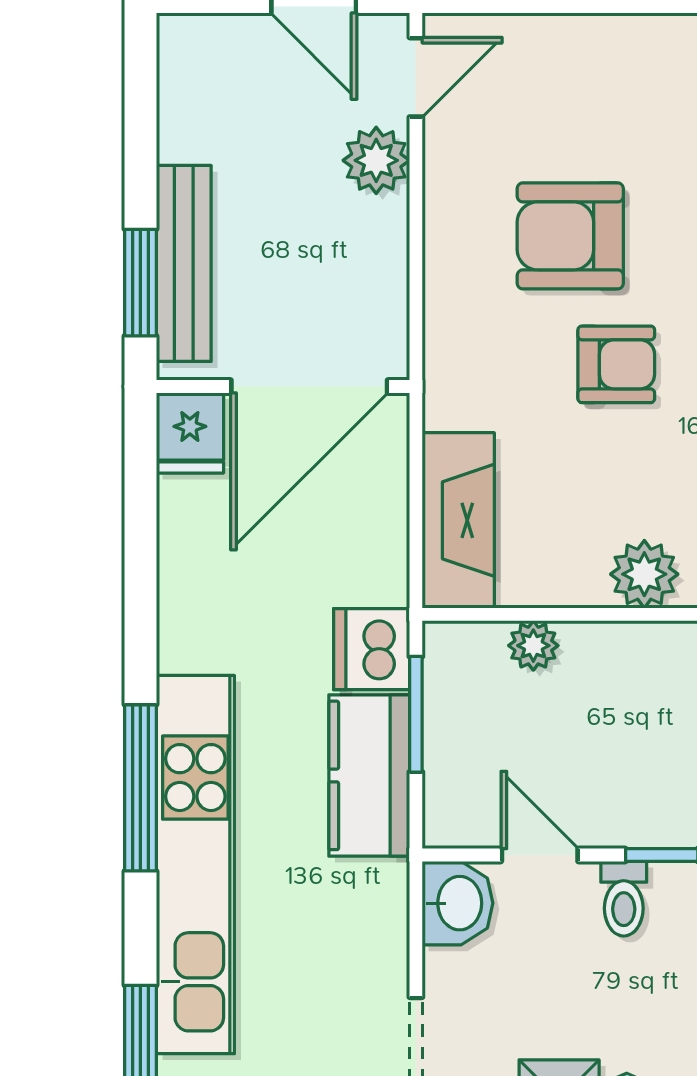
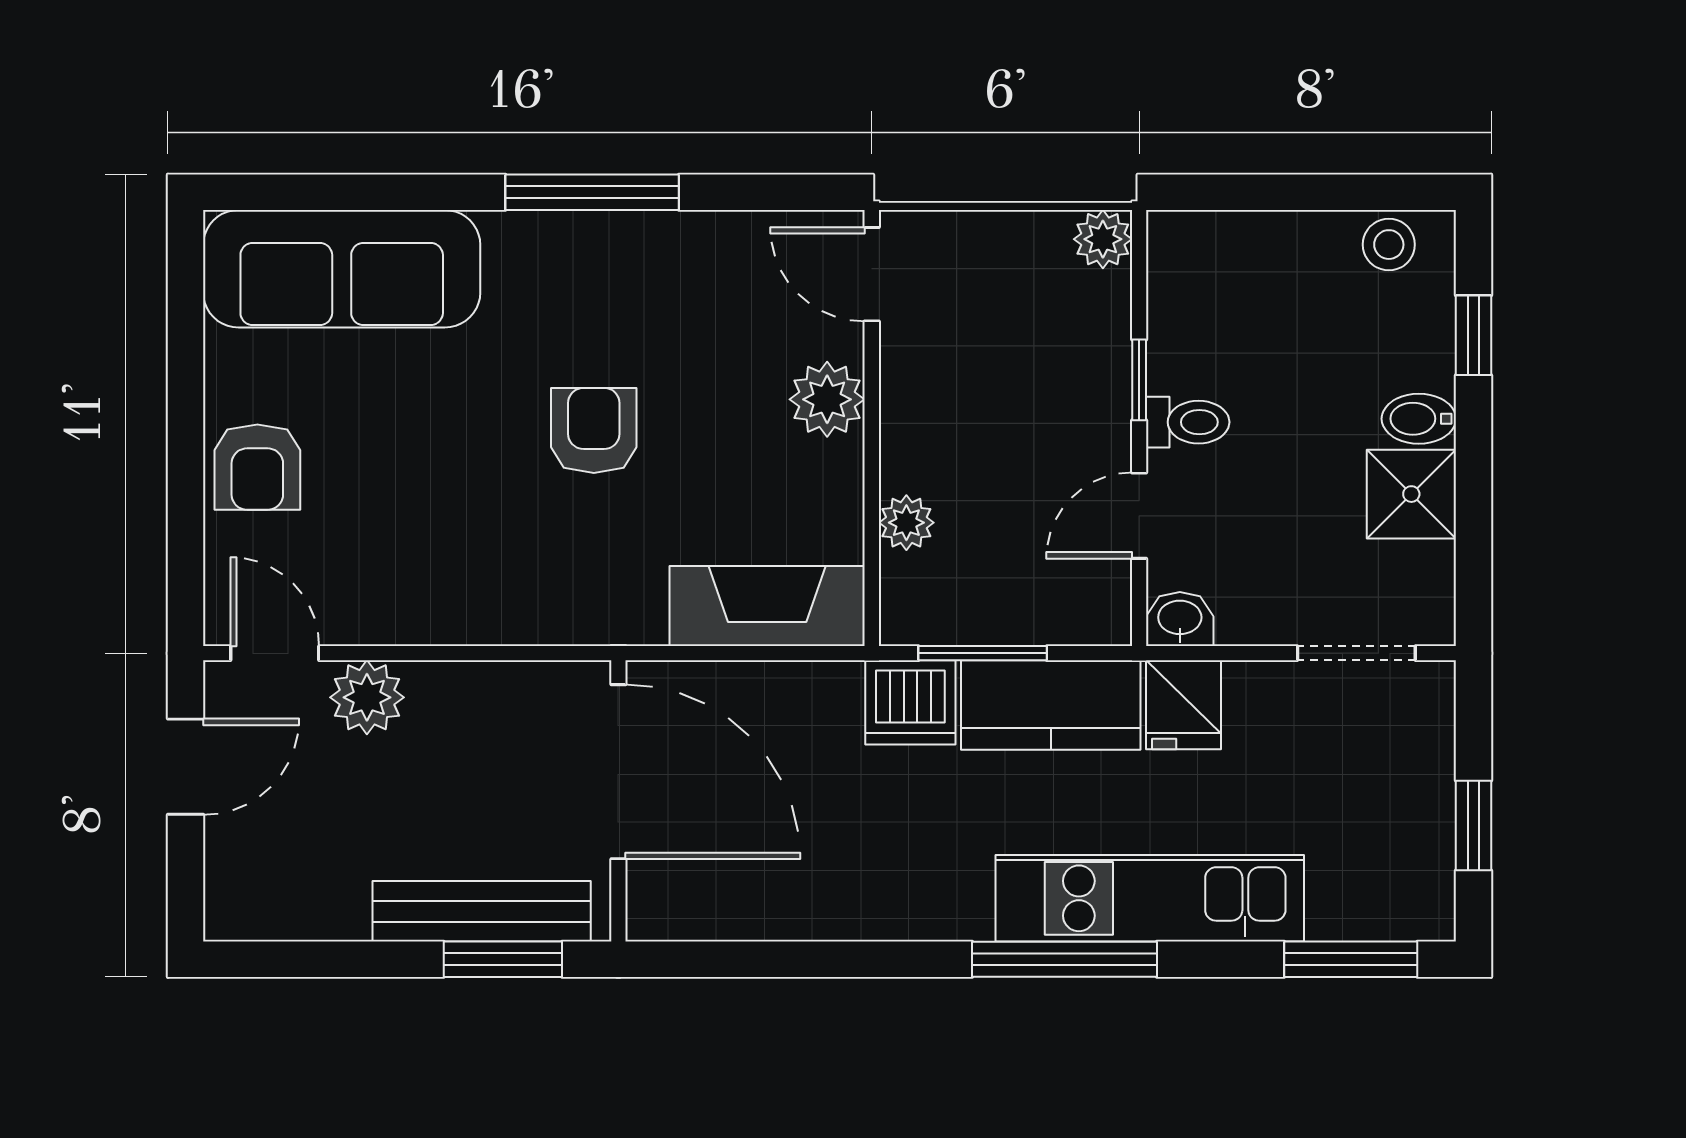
armchair: (570, 236) -> (257, 467), moved, width x0.72, depth x0.72
fridge: (190, 433) -> (1183, 705), moved, turned 90
kitchen unit: (195, 865) -> (1150, 898), width x0.73
washbasin: (458, 903) -> (1180, 619), width x0.72, depth x0.69

